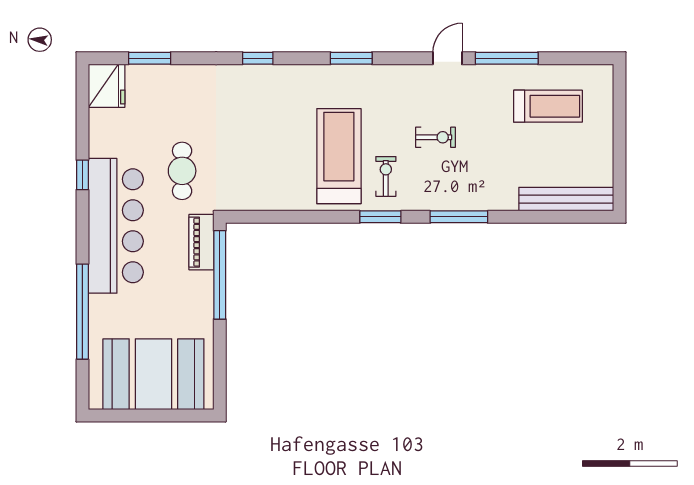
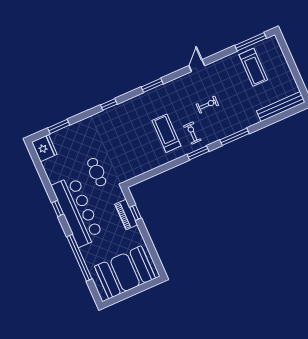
window: (507, 58) -> (251, 42), moved
treadmill: (548, 106) -> (253, 67), turned 90
treadmill: (339, 156) -> (166, 133), width x0.73, depth x0.73
window: (82, 175) -> (58, 209), moved
piano: (201, 242) -> (126, 215), moved
window: (220, 275) -> (135, 213), width x0.32

